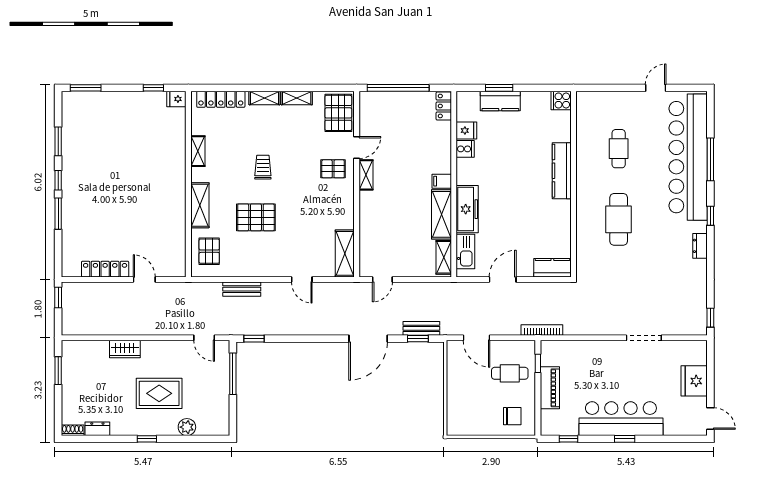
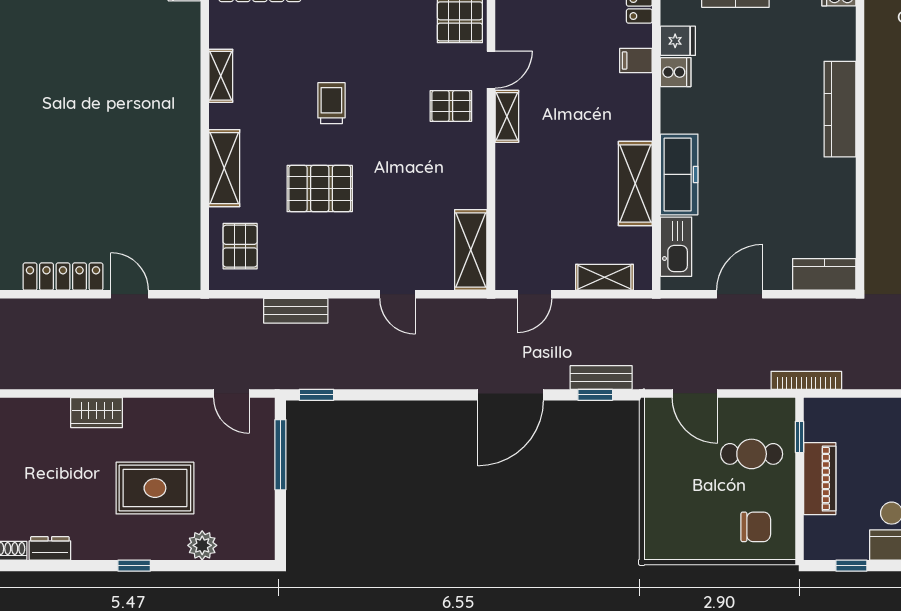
filing cabinet: (442, 181) -> (636, 60), moved
shelving: (444, 257) -> (604, 277), moved, turned 90

